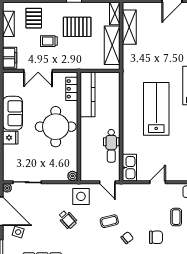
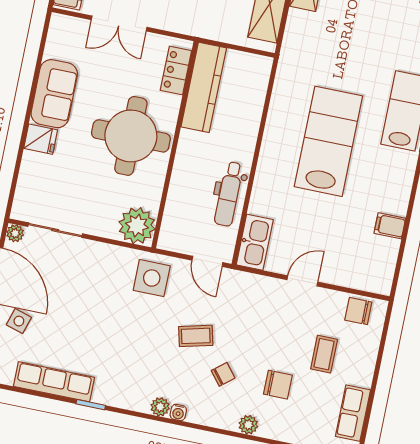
plant: (72, 176) -> (137, 226), width x1.88, depth x1.88
wheelchair: (67, 219) -> (117, 316), removed

